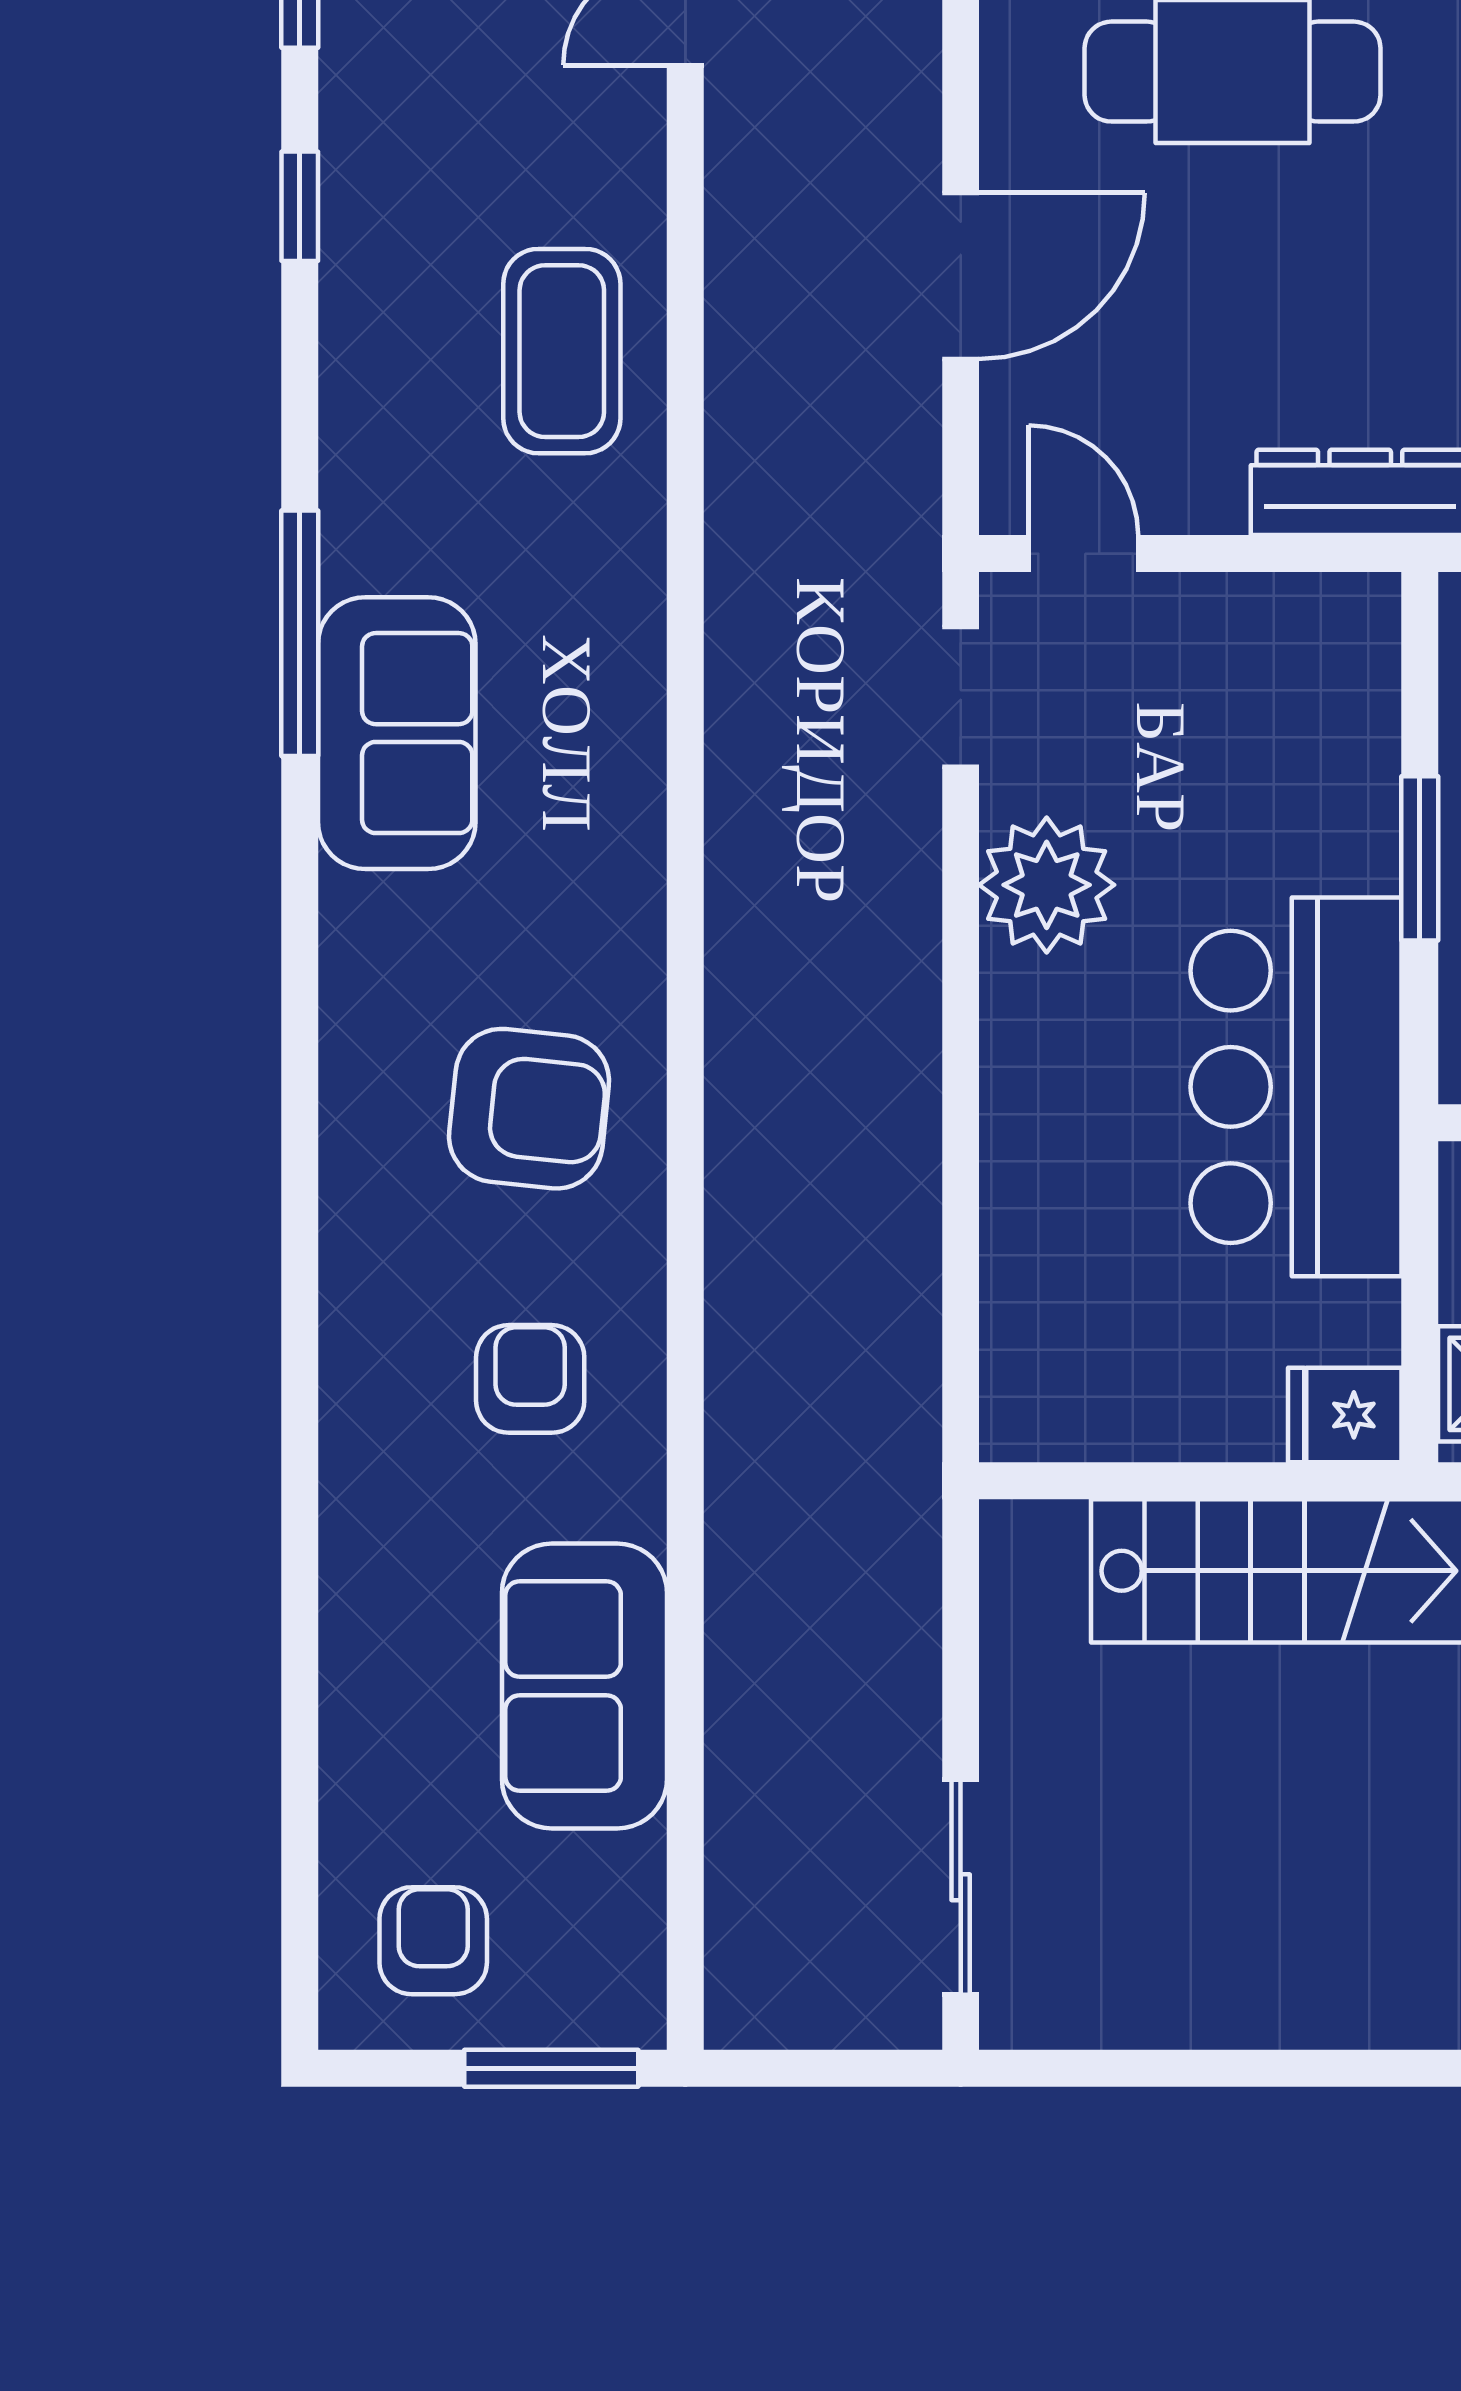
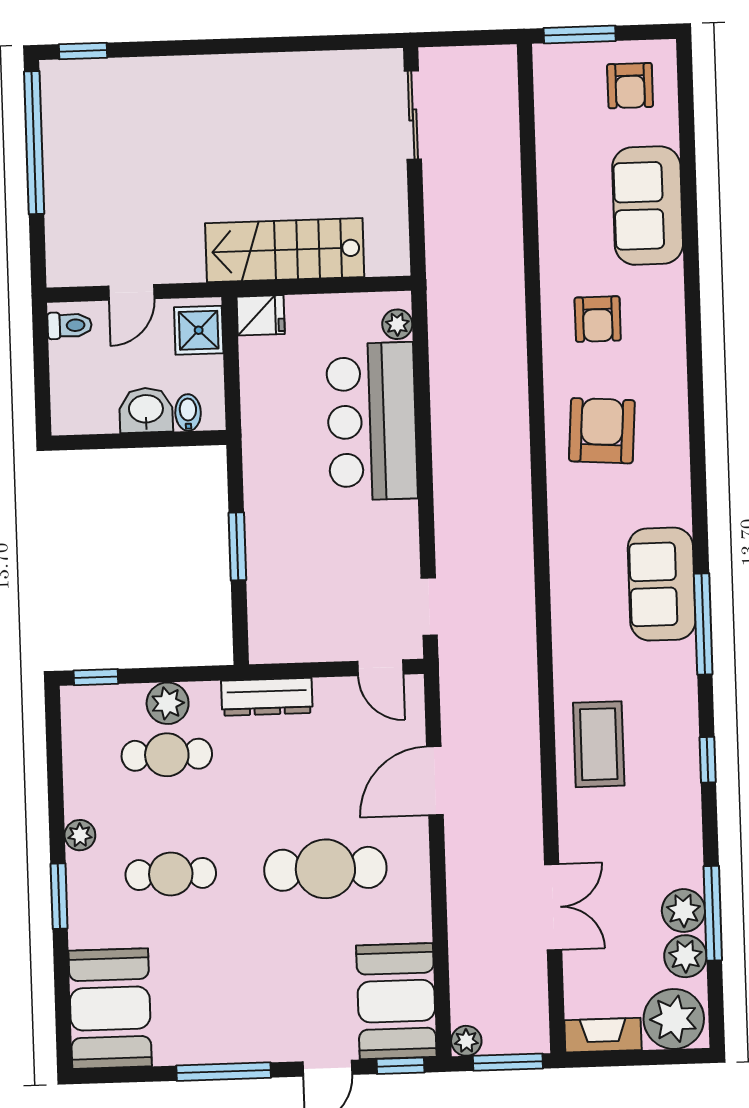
window: (300, 206) -> (708, 760), moved
plant: (1047, 885) -> (397, 324), moved, width x0.53, depth x0.53
bar counter: (1296, 1087) -> (372, 421), moved, turned 180
armchair: (529, 1109) -> (602, 431), turned 88
sofa: (584, 1686) -> (648, 206), moved, turned 180

